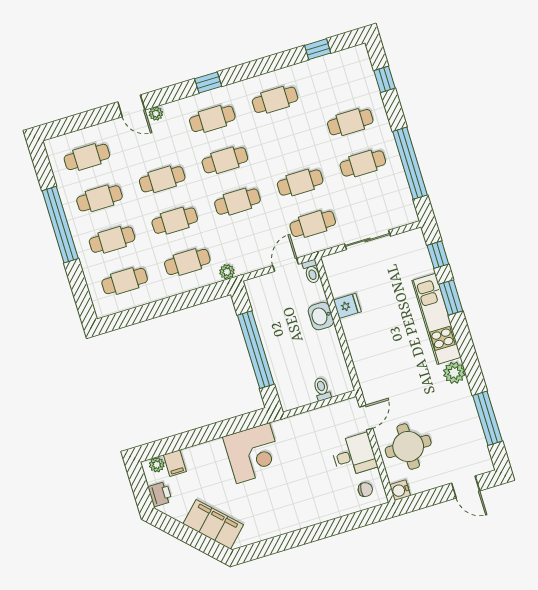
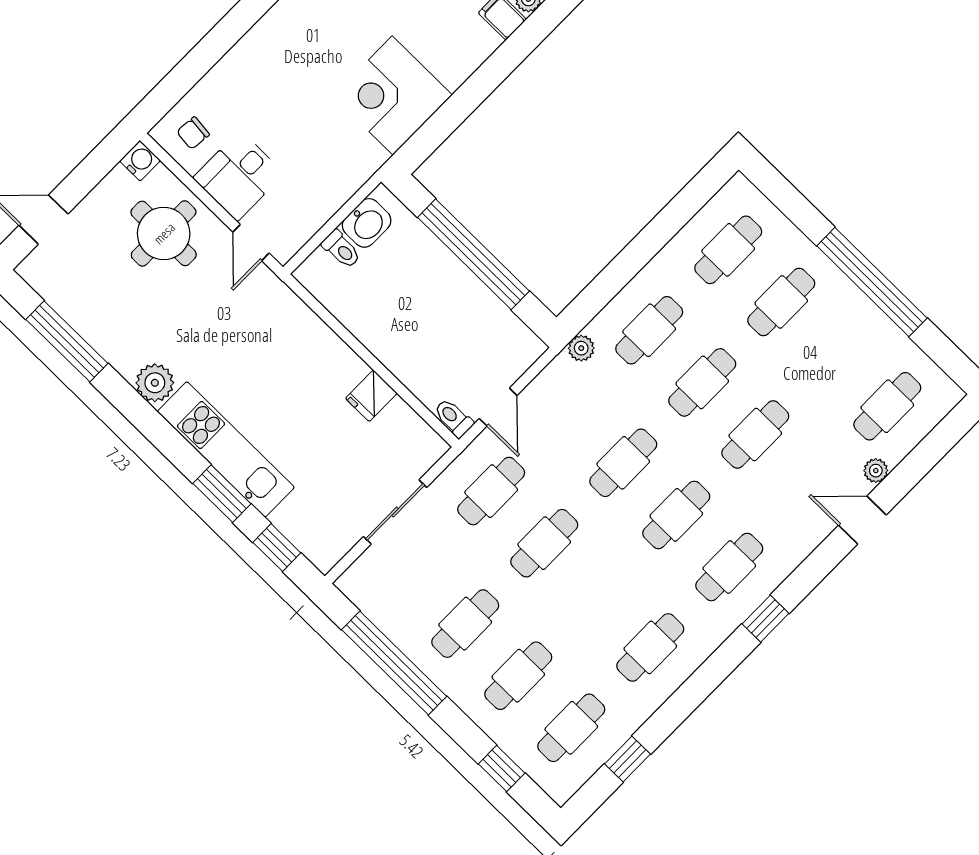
plant: (156, 114) -> (876, 471), moved
cafe table: (99, 198) -> (571, 728), moved
washbasin: (321, 316) -> (367, 223), moved, turned 90

